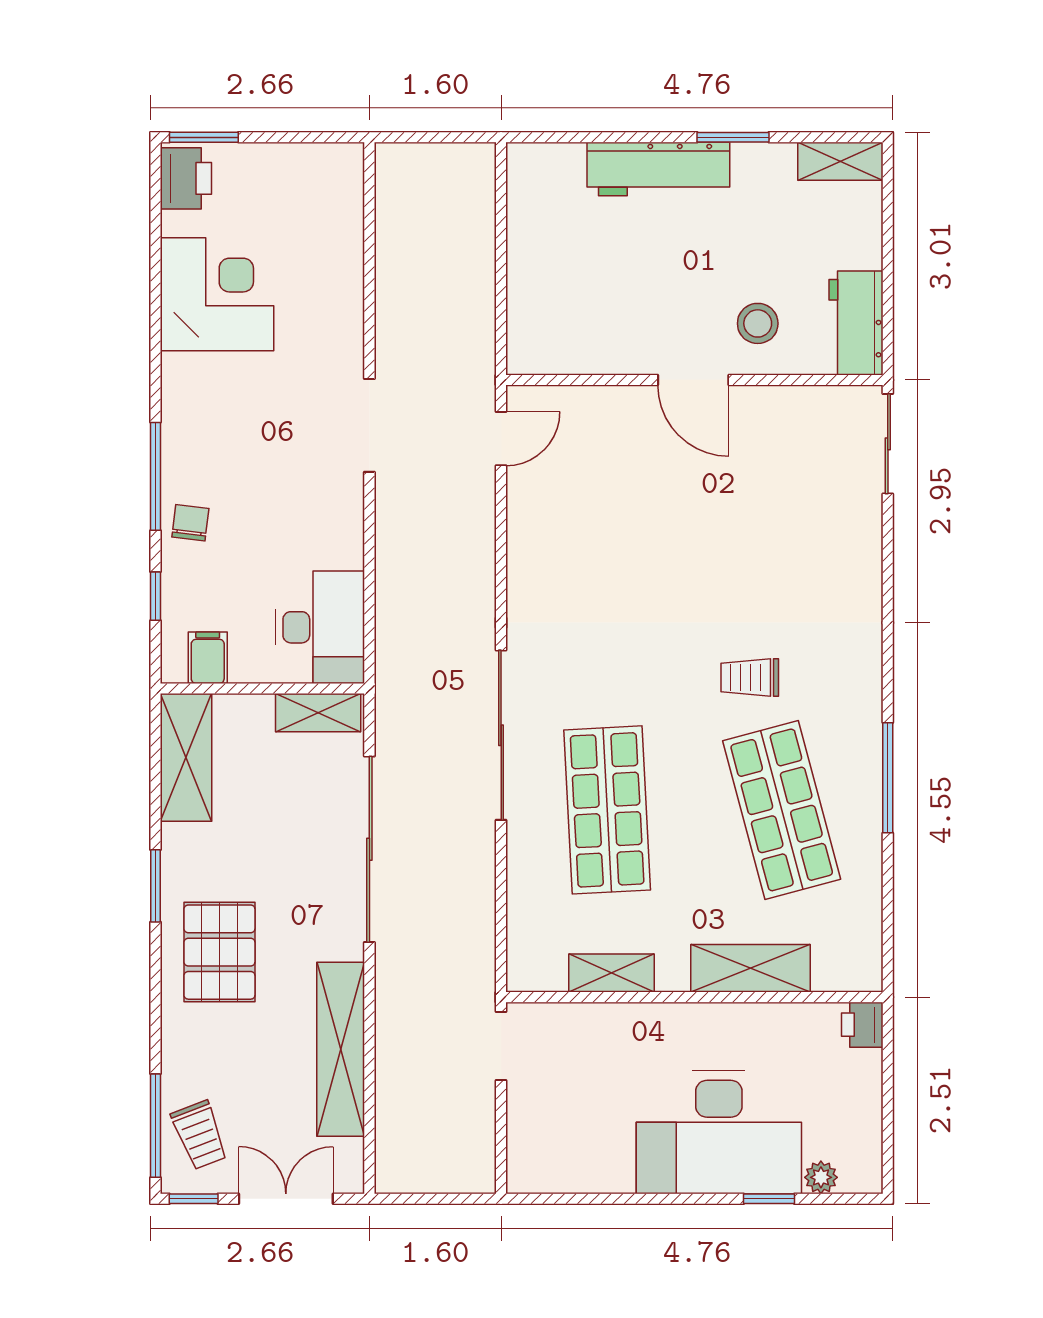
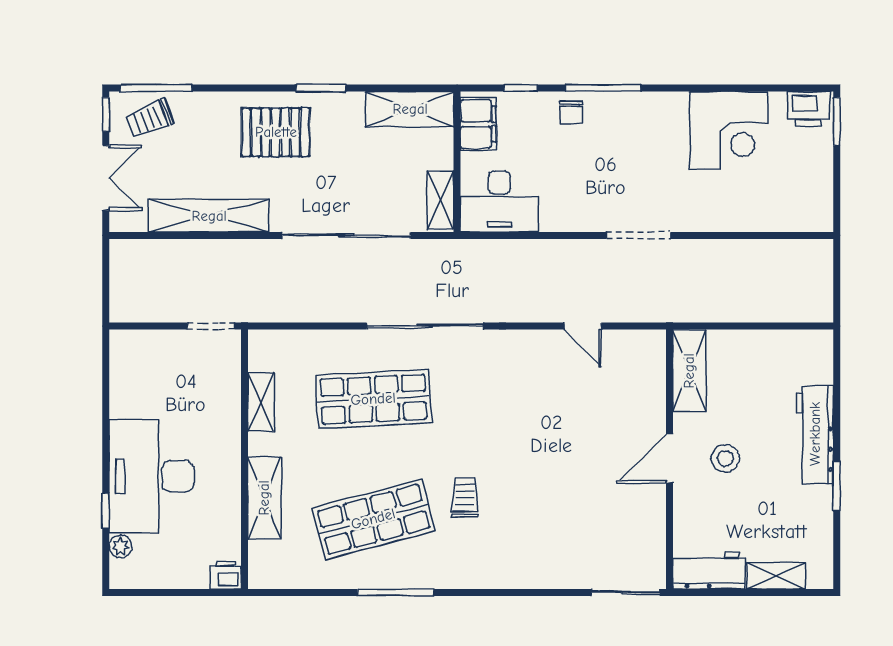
shelving: (840, 161) -> (776, 576), moved, turned 90
stool: (758, 323) -> (725, 458), moved
shelving: (566, 351) -> (689, 371), added
door: (501, 439) -> (583, 326), moved
chair: (190, 523) -> (571, 112), turned 83
filing cabinet: (208, 658) -> (478, 124), width x2.00

